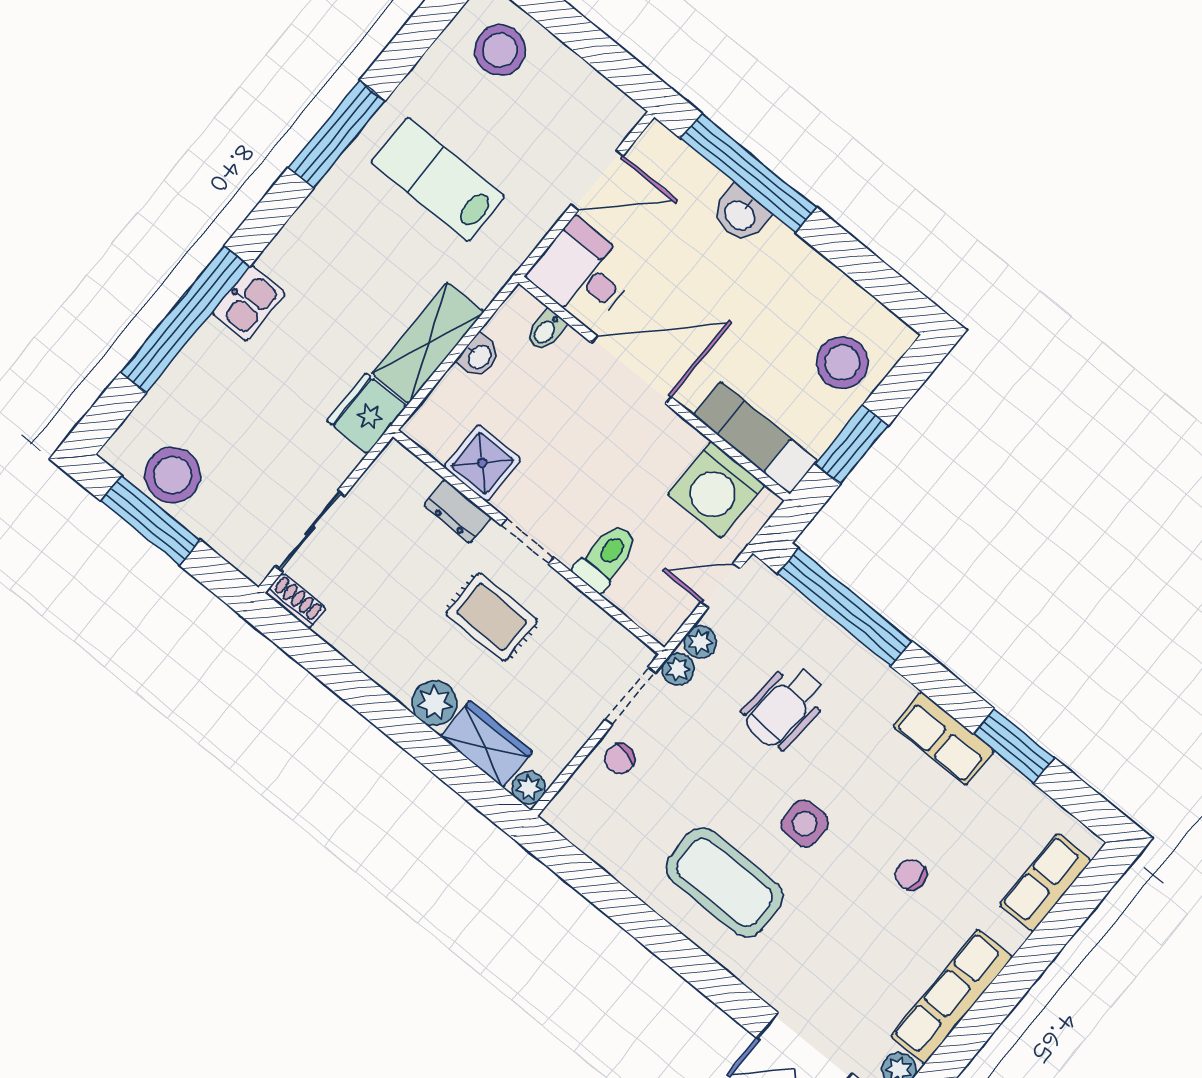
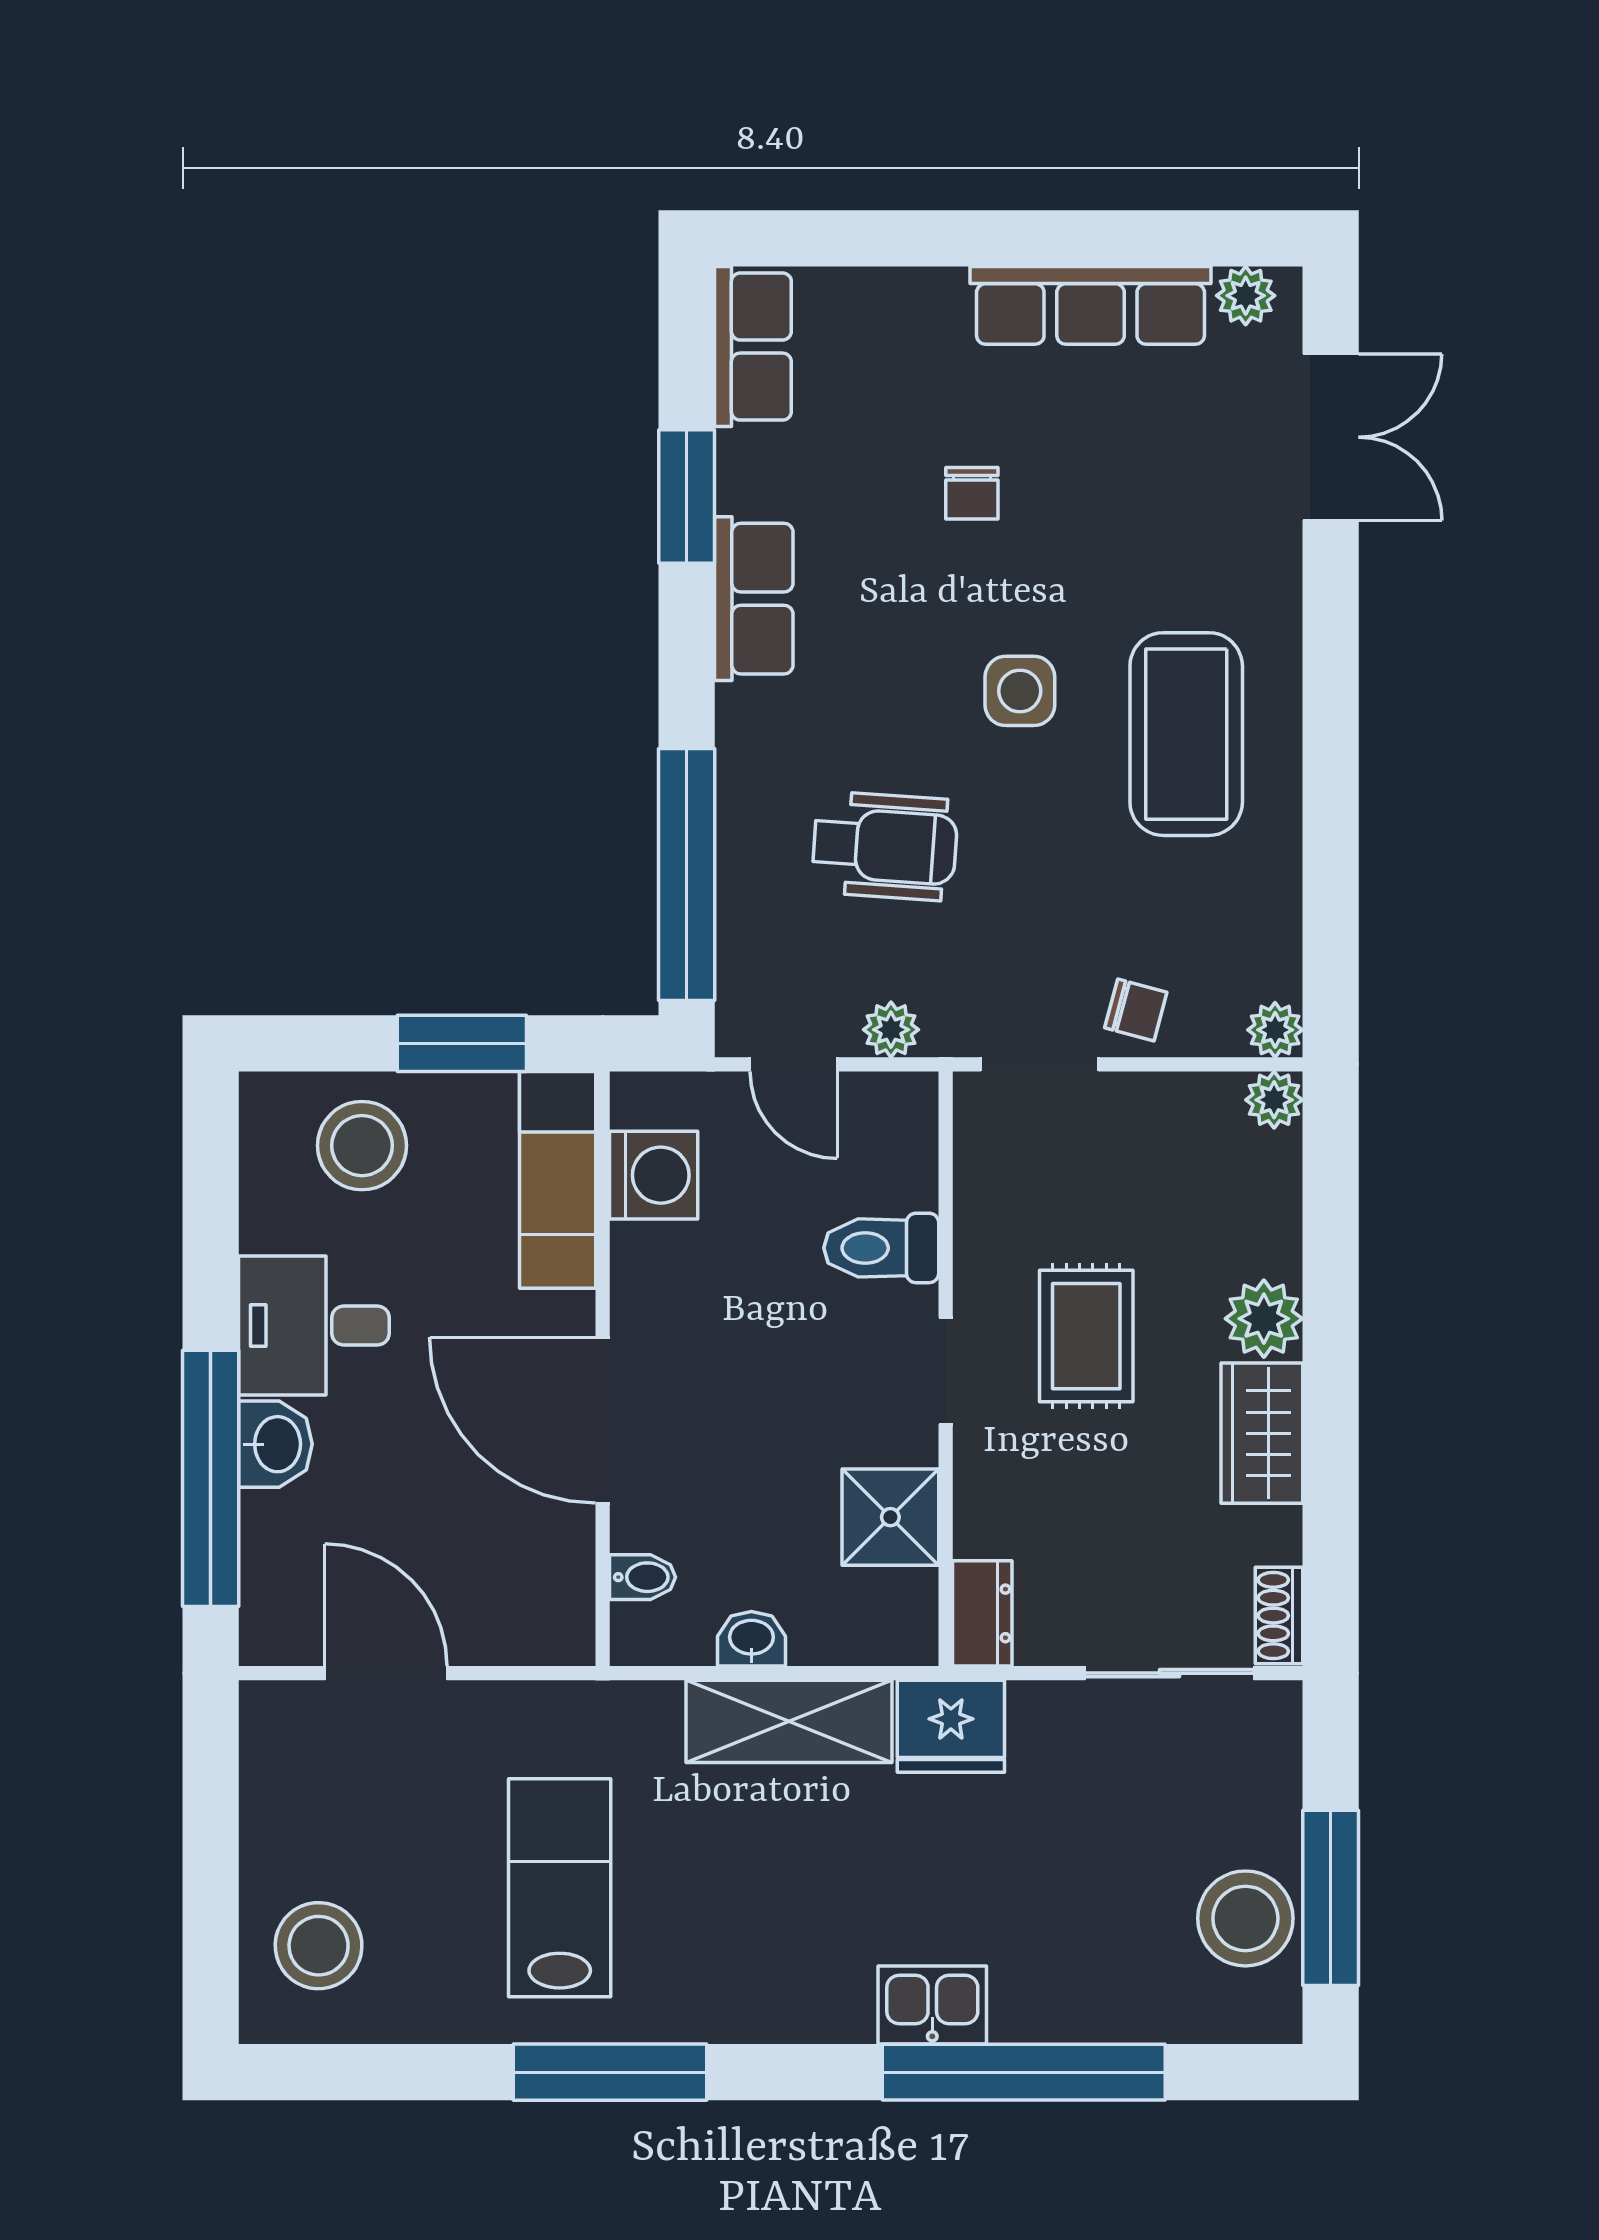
lab bench: (438, 179) -> (560, 1888), turned 180
desk: (583, 273) -> (314, 1326), moved, turned 90
washing machine: (716, 490) -> (654, 1175), width x0.73, depth x0.73
dresser: (457, 511) -> (982, 1613), moved
plant: (678, 669) -> (1275, 1030), moved
wardrobe: (486, 744) -> (1262, 1433), moved
row of seats: (1045, 883) -> (753, 347), moved, turned -90

